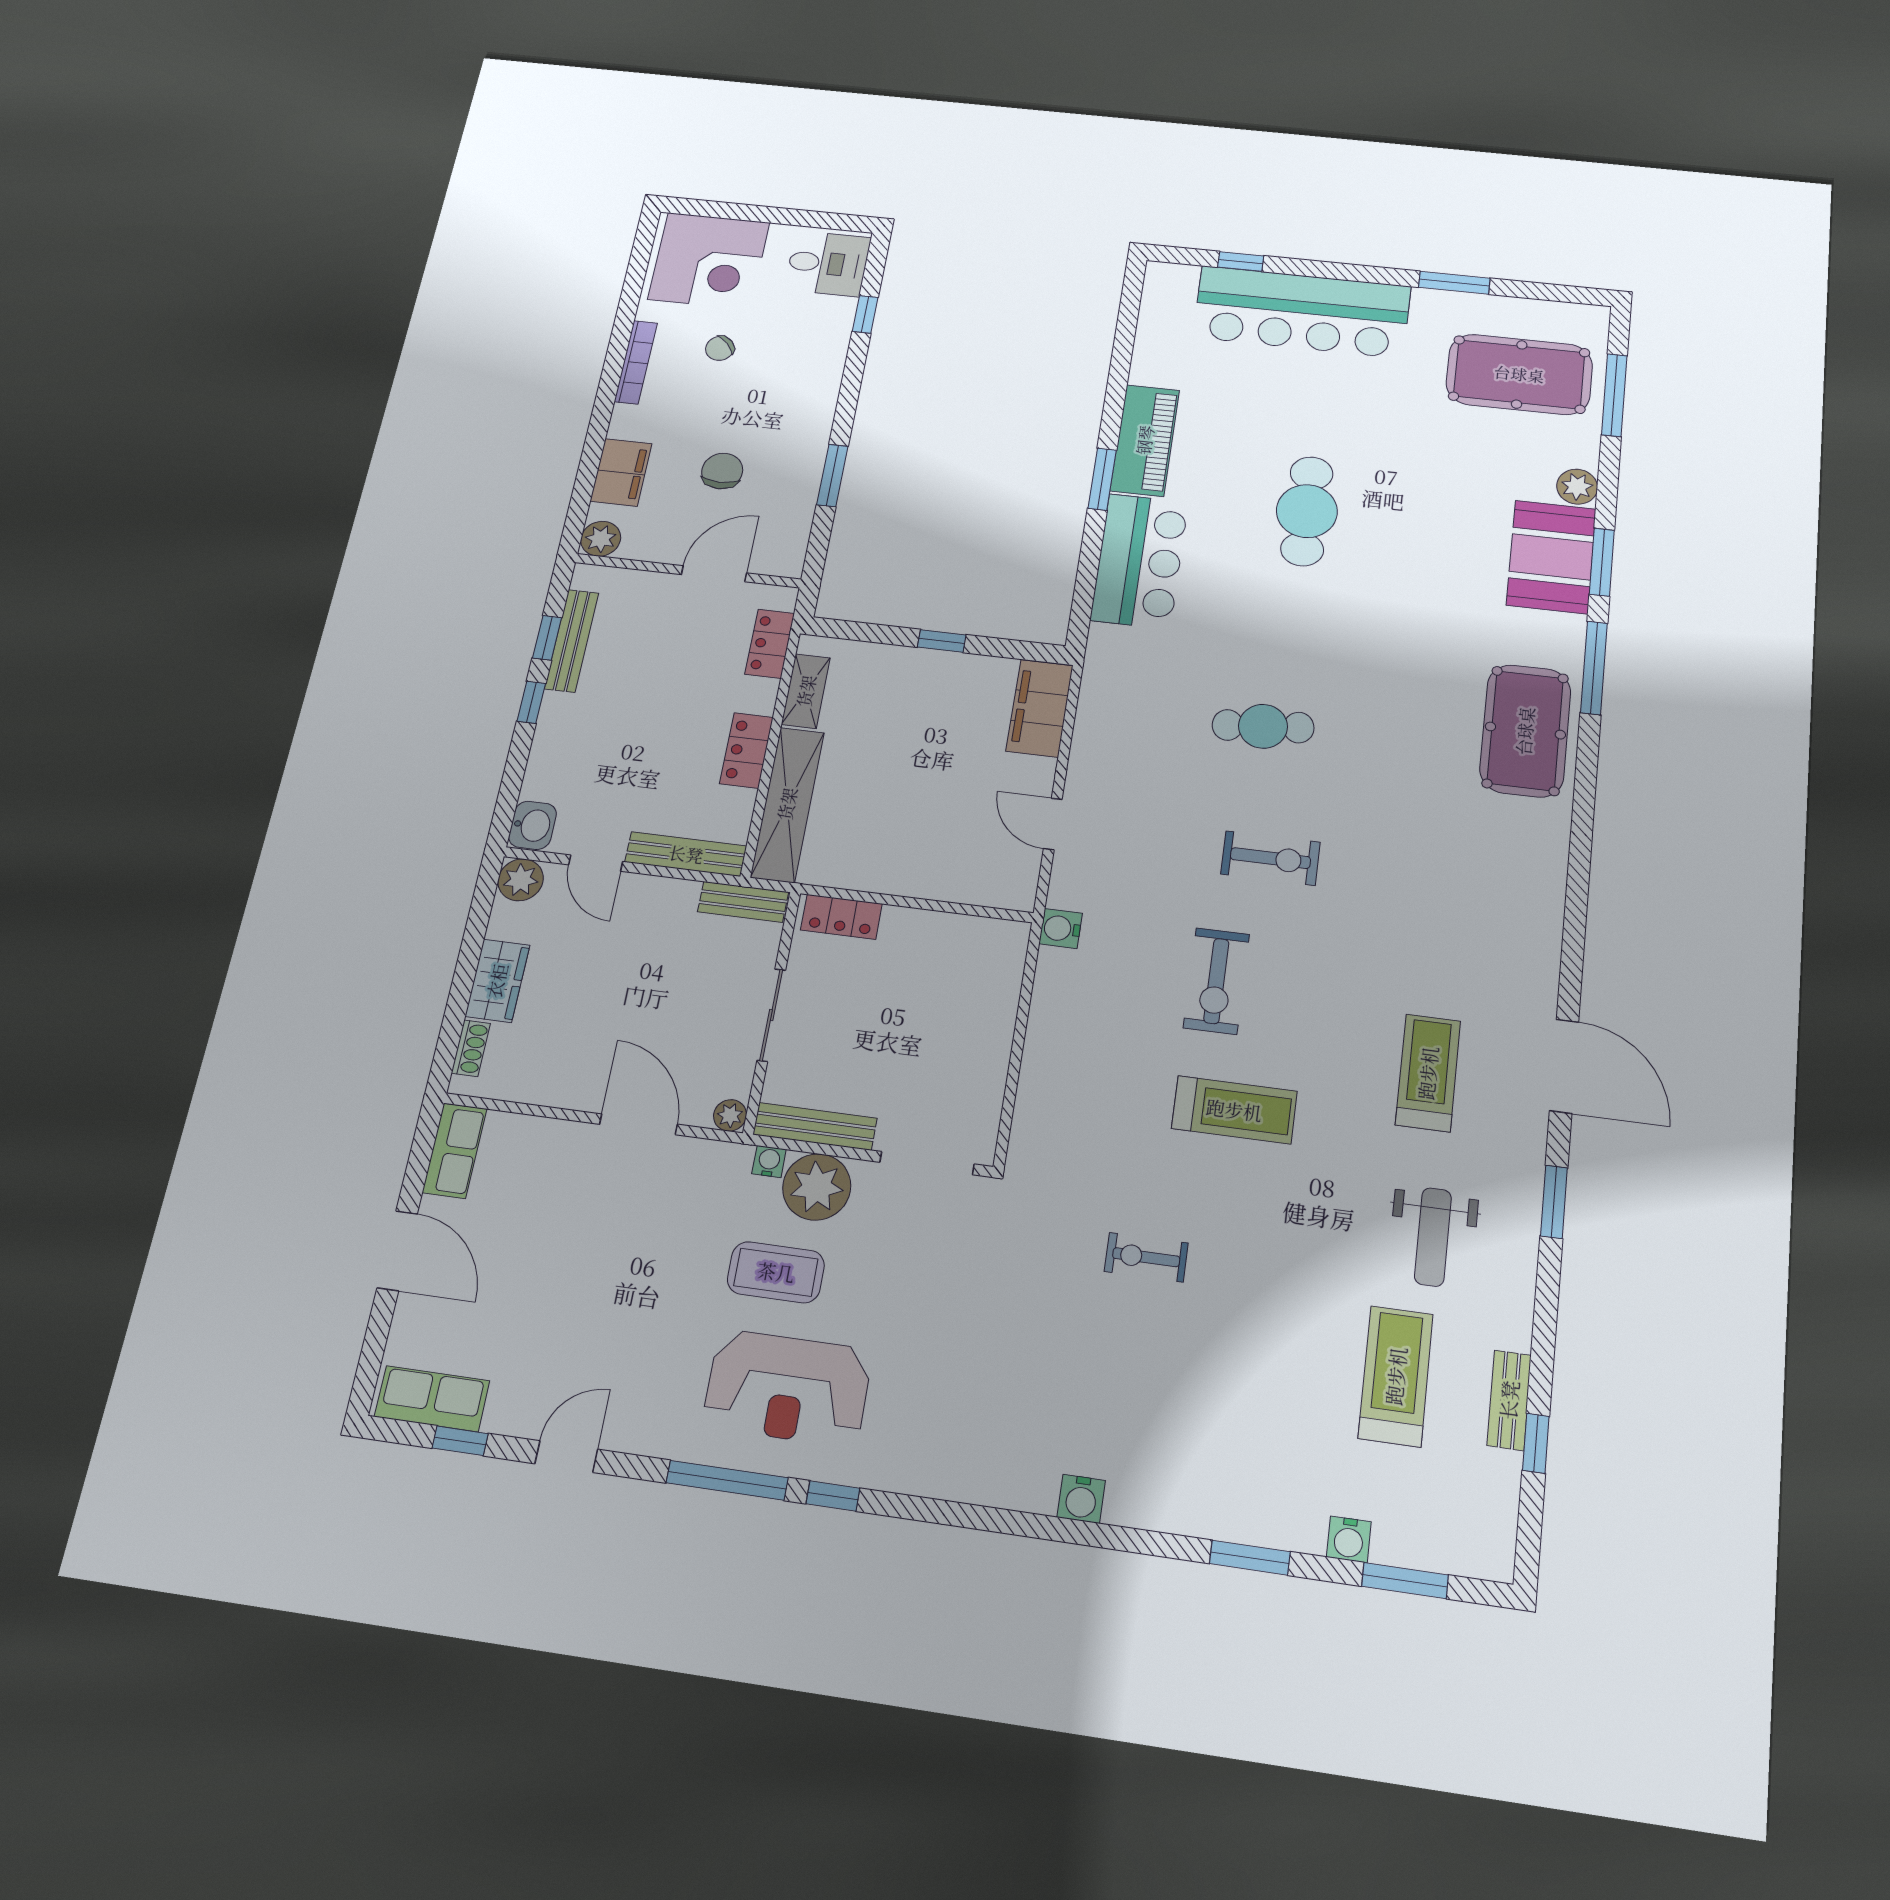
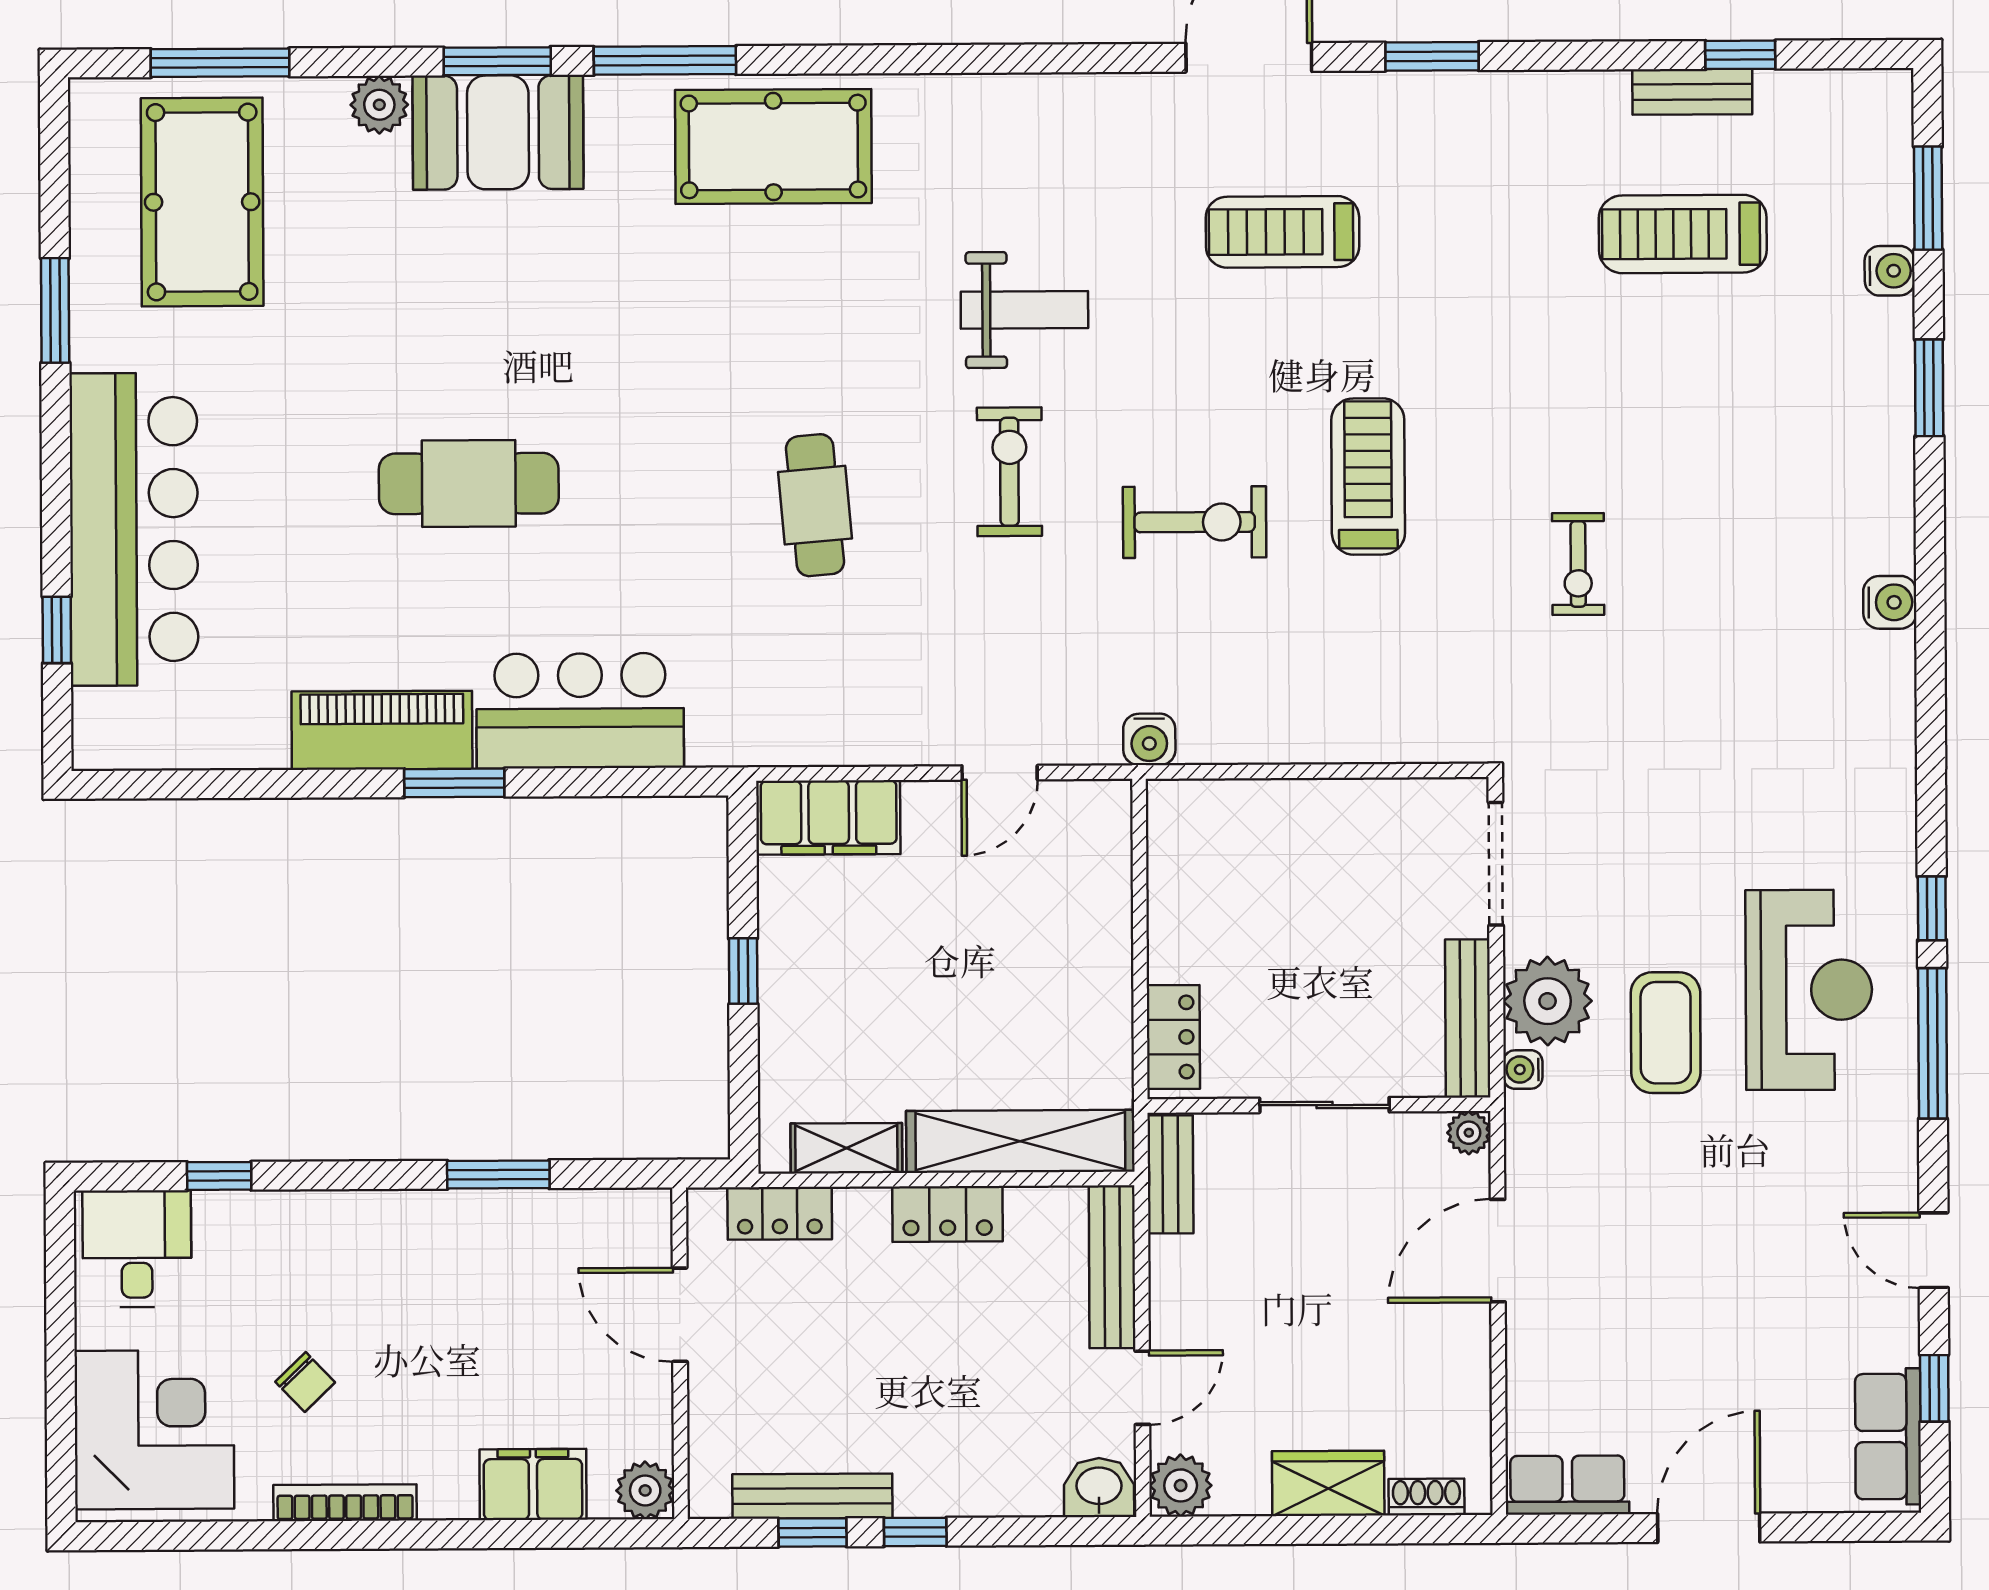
chair: (722, 471) -> (512, 1337), removed
weight bench: (1433, 1237) -> (1024, 310), moved

